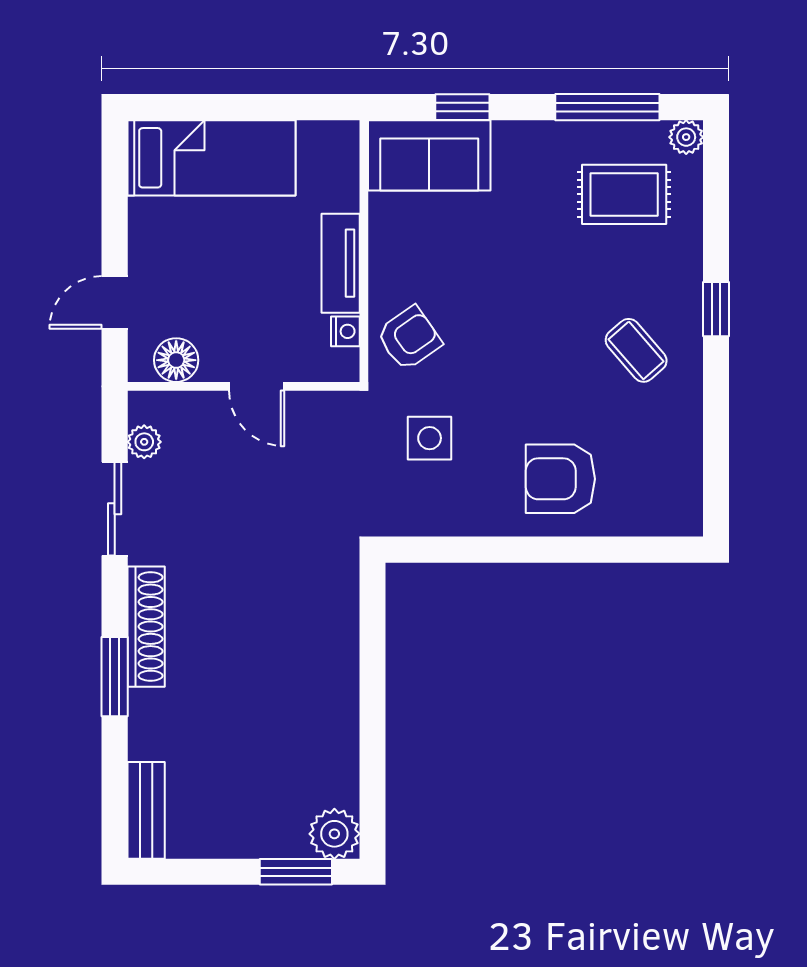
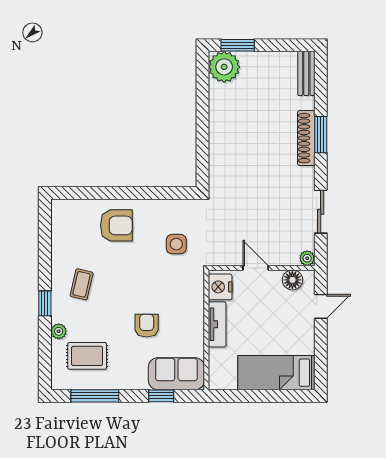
plant: (686, 137) -> (59, 331), moved
nightstand: (345, 331) -> (220, 287), width x1.89, depth x1.79
armchair: (409, 338) -> (147, 326), moved, turned 125
coffee table: (636, 350) -> (82, 284), turned 54
plant: (144, 442) -> (307, 258), moved
shoe rack: (146, 627) -> (306, 138), moved
plant: (334, 834) -> (224, 67), width x1.36, depth x1.36

